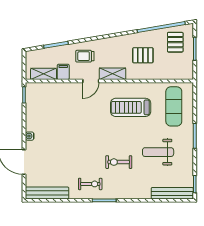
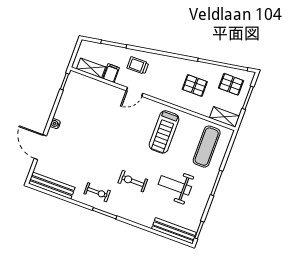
pallet: (175, 42) -> (231, 84), turned 90
shelving: (112, 74) -> (224, 117), moved
treadmill: (131, 107) -> (164, 132), turned -90

